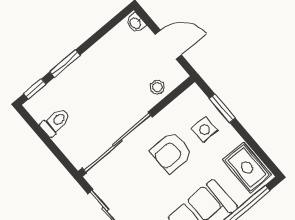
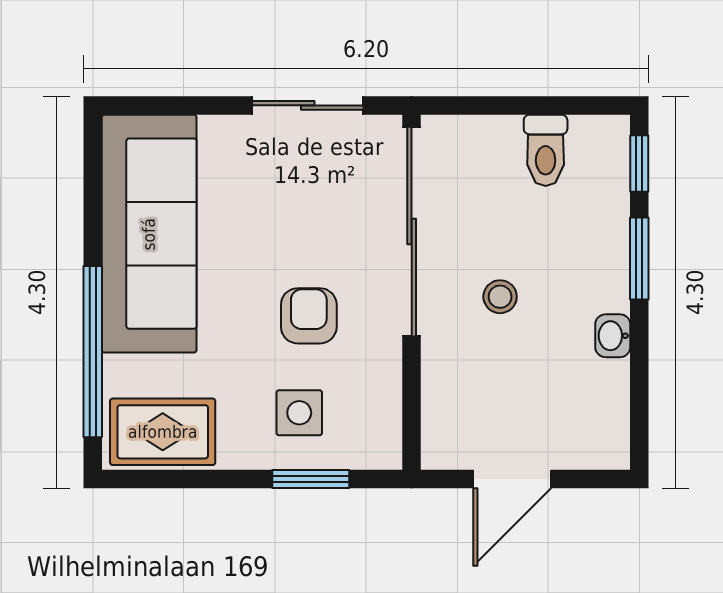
washbasin: (136, 23) -> (613, 336), moved, turned -90
stool: (157, 87) -> (500, 297), moved
armchair: (171, 152) -> (309, 316), width x0.72, depth x0.72

